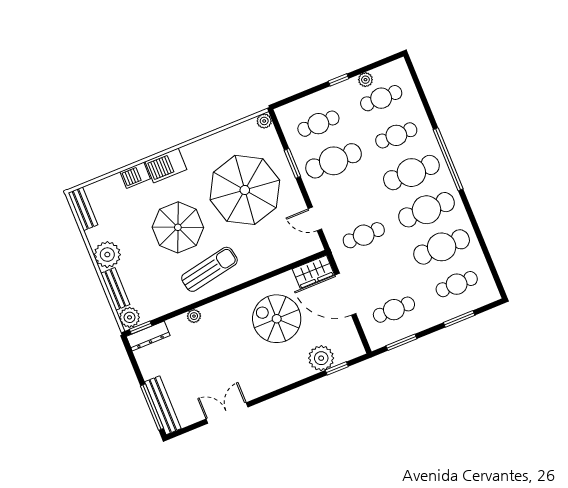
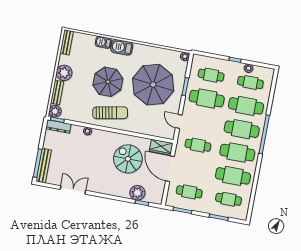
cafe table: (396, 135) -> (246, 106), width x1.37, depth x1.35

